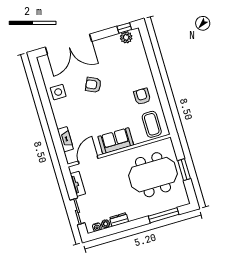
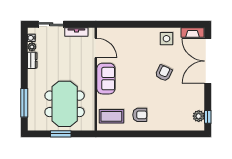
fireplace: (65, 139) -> (193, 32), moved

